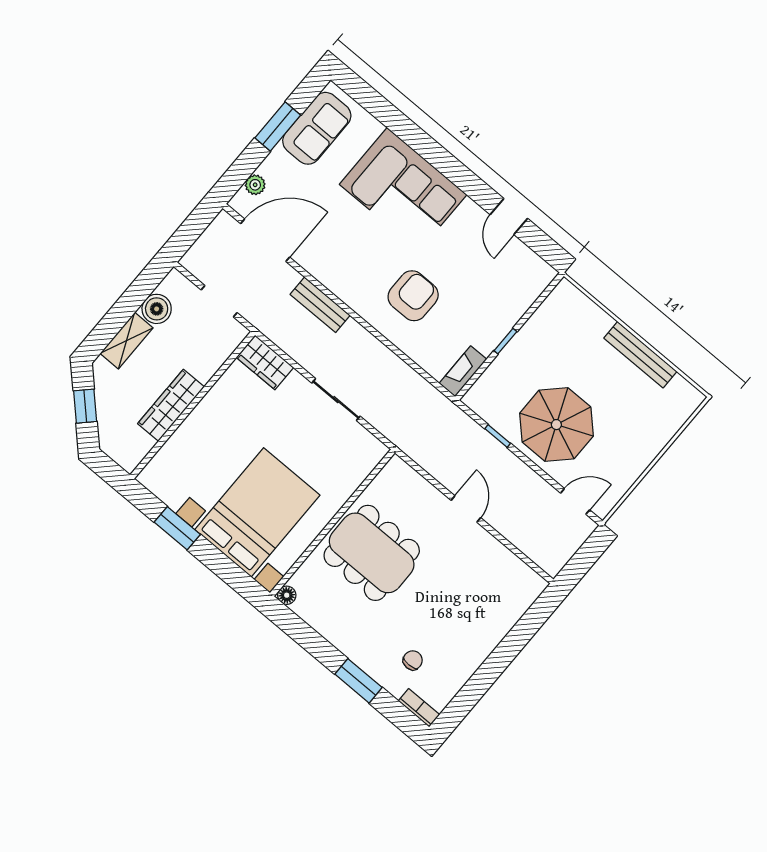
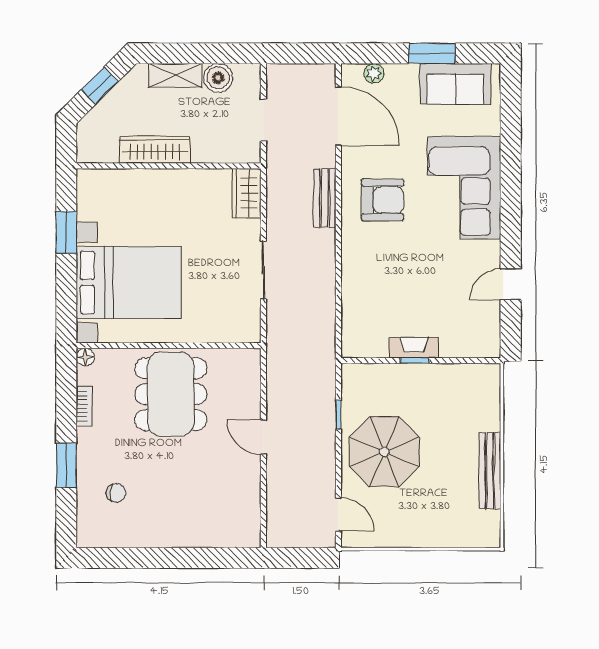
armchair: (413, 296) -> (383, 200), moved
fireplace: (463, 371) -> (414, 348), moved
door: (466, 509) -> (263, 437), swing flipped
bookcase: (419, 708) -> (84, 406), moved

